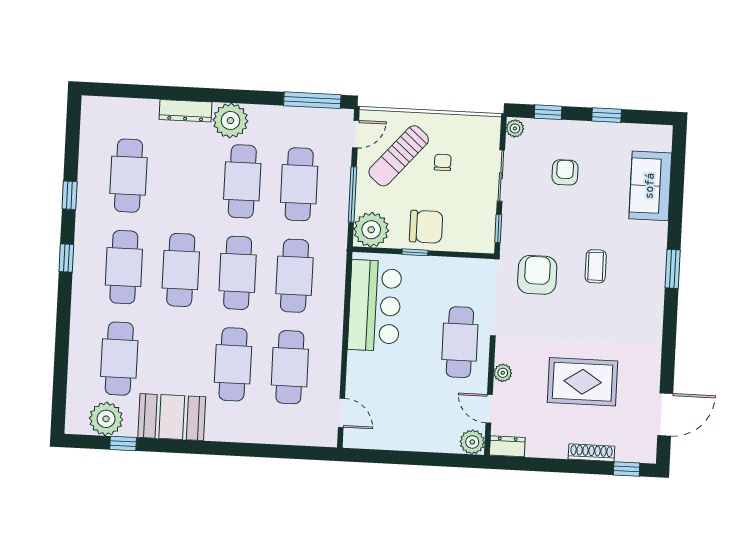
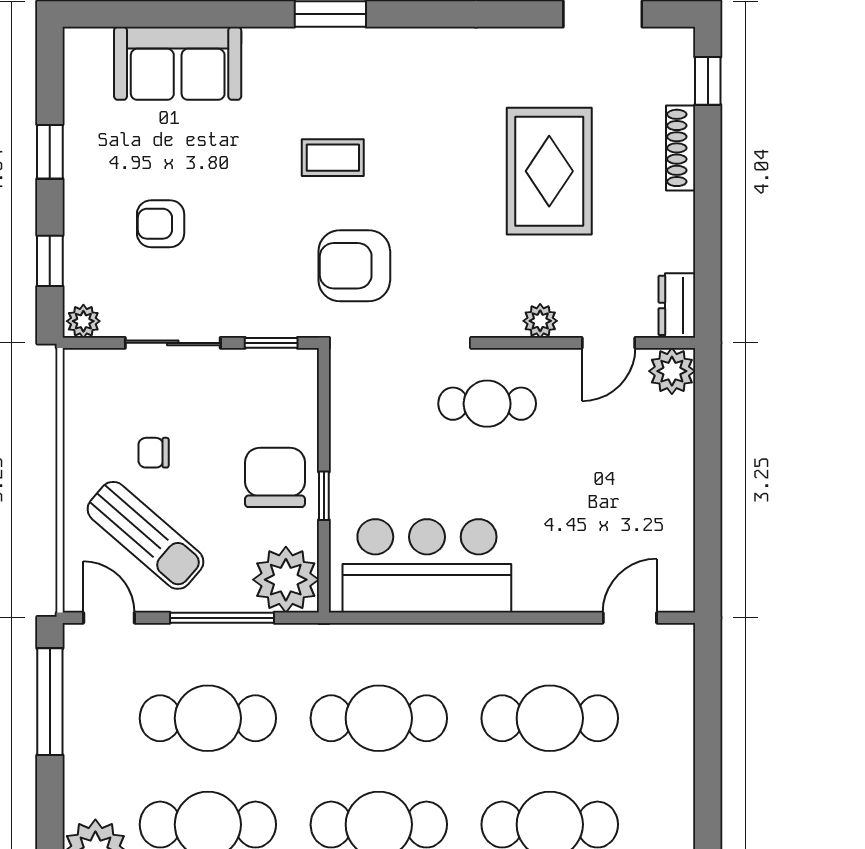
cafe table: (460, 342) -> (487, 404), width x0.73, depth x0.74

